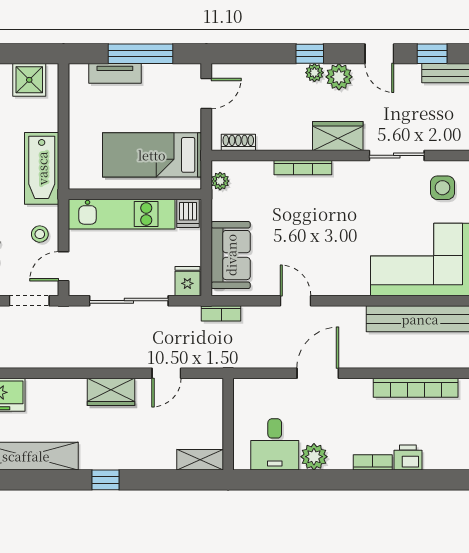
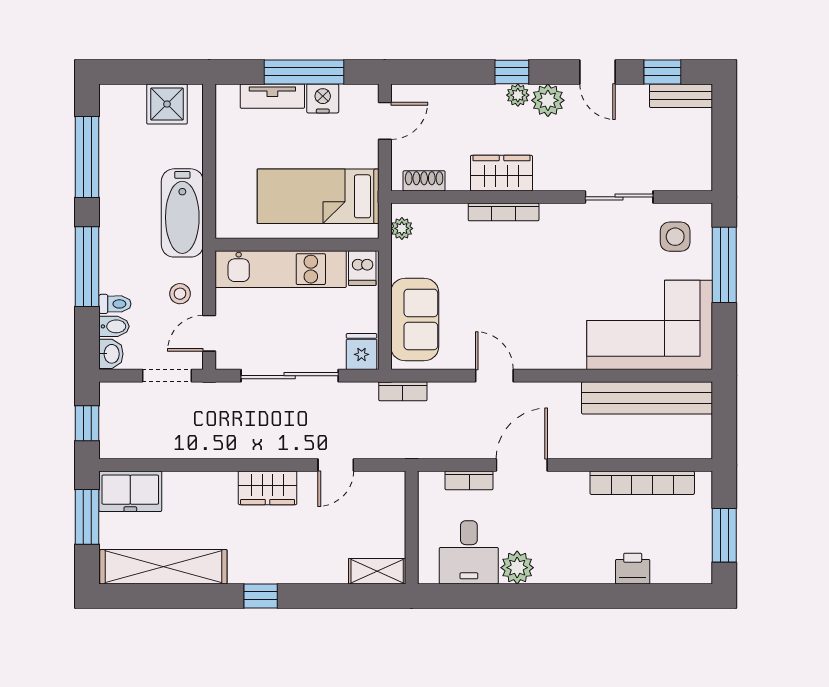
nightstand: (156, 75) -> (323, 98), added
wardrobe: (338, 136) -> (501, 173), moved
bookcase: (373, 462) -> (469, 480), moved, turned 180

